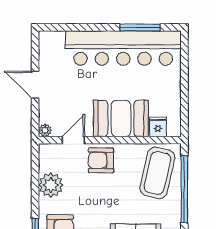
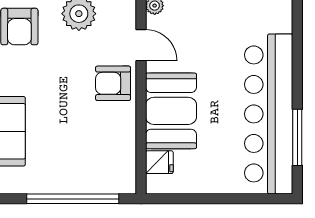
armchair: (101, 160) -> (113, 83), turned -90
coffee table: (157, 173) -> (96, 161), removed

